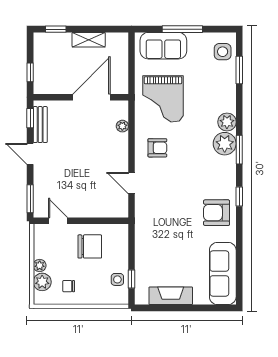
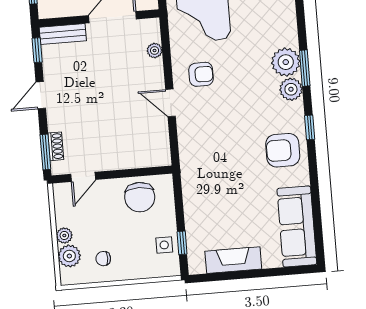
plant: (227, 122) -> (291, 89), moved
bench: (40, 125) -> (63, 34), moved, turned 90
door: (30, 154) -> (41, 95), hinge flipped
door: (131, 183) -> (170, 103), moved
shoe rack: (39, 195) -> (56, 146), added
door: (58, 221) -> (83, 177), swing flipped
chair: (90, 246) -> (140, 197), moved, turned 90

